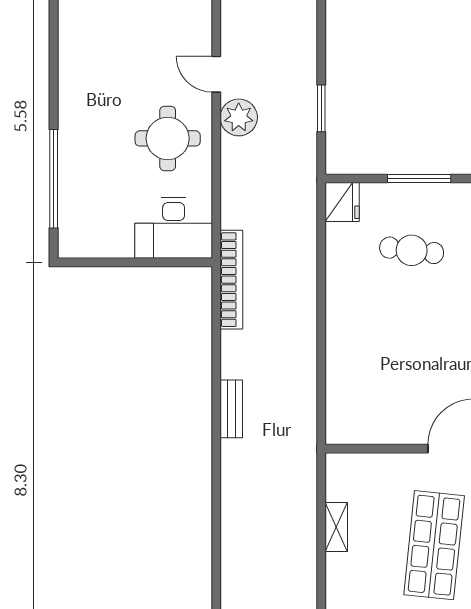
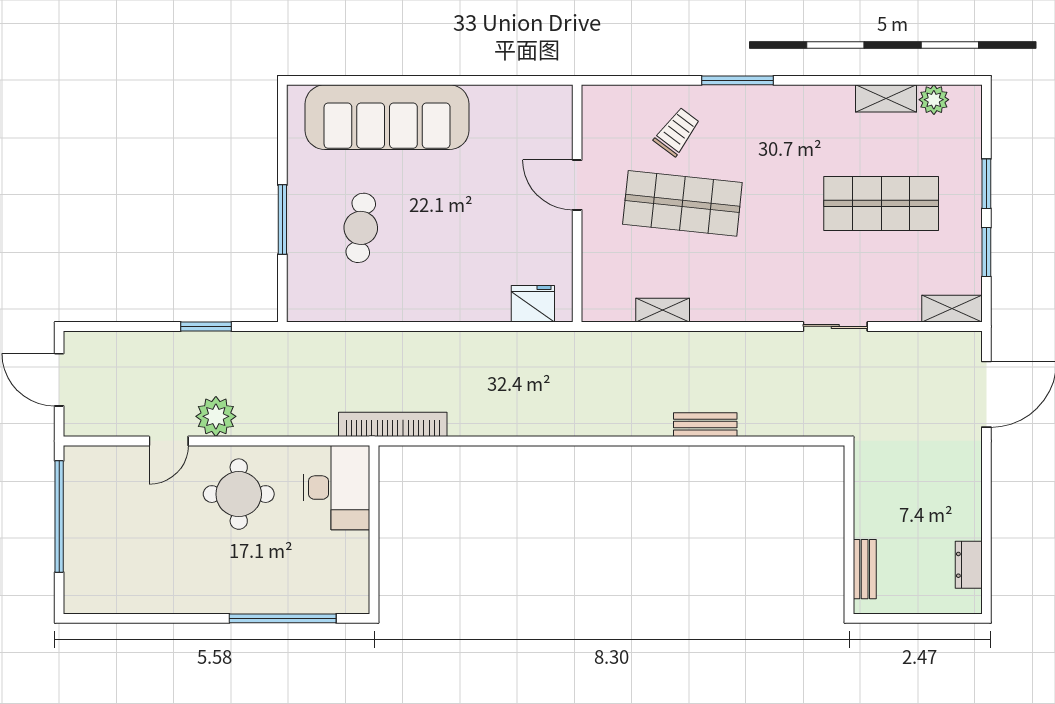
fridge: (342, 202) -> (533, 304), moved
bench: (231, 409) -> (705, 425), moved

